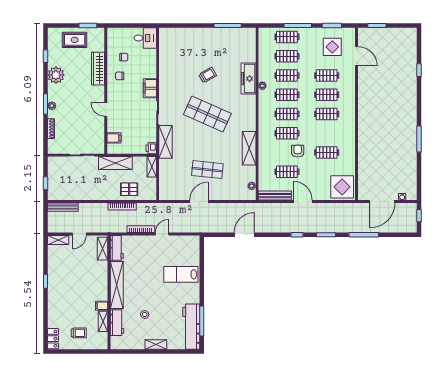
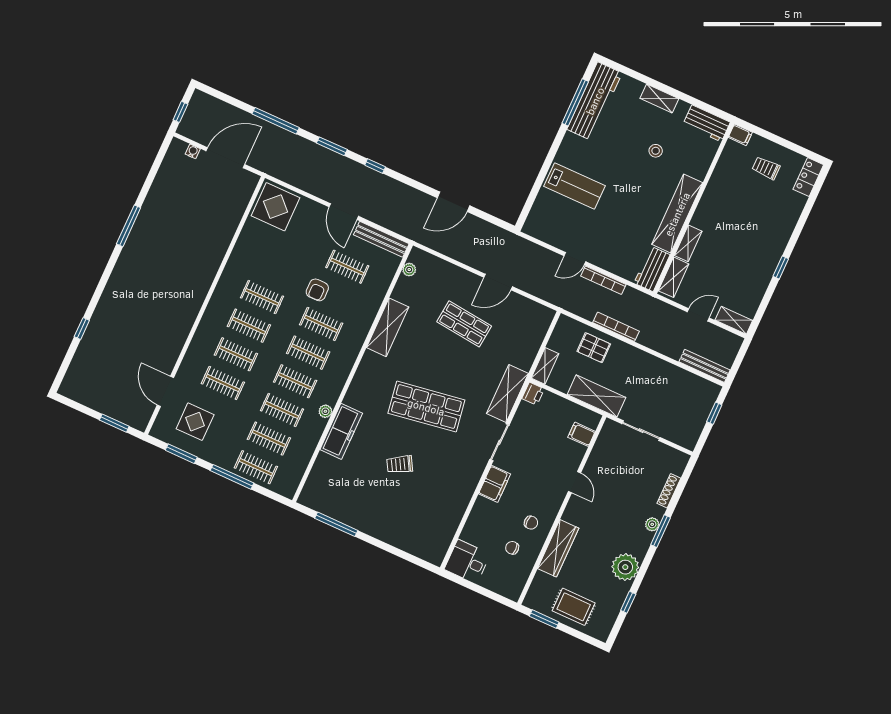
shop shelf: (207, 114) -> (426, 407), turned -33
clothes rail: (327, 153) -> (262, 297), moved
filing cabinet: (102, 306) -> (740, 135), moved
shelving: (103, 321) -> (688, 243), moved
workbench: (117, 323) -> (707, 123), moved, turned -90

